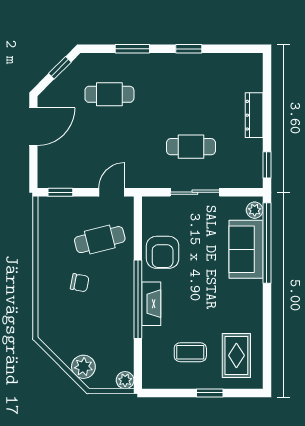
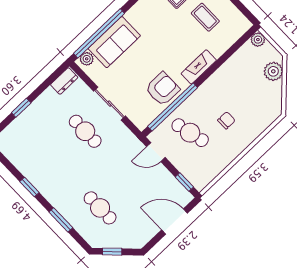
dresser: (254, 115) -> (64, 81), moved, width x0.70
door: (33, 127) -> (174, 222), moved
window: (267, 165) -> (21, 108), moved
chair: (80, 283) -> (226, 120), turned 79
window: (138, 299) -> (173, 107), moved

